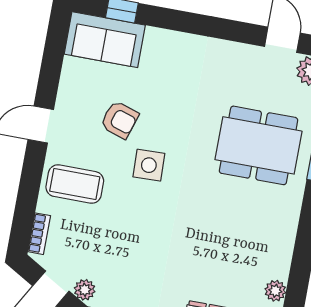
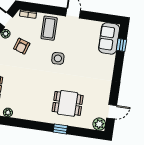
armchair: (119, 120) -> (22, 46), moved
dining table: (259, 145) -> (68, 103), width x0.73

